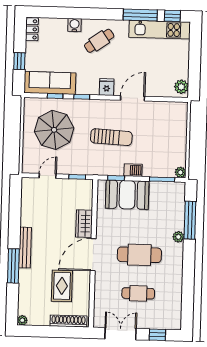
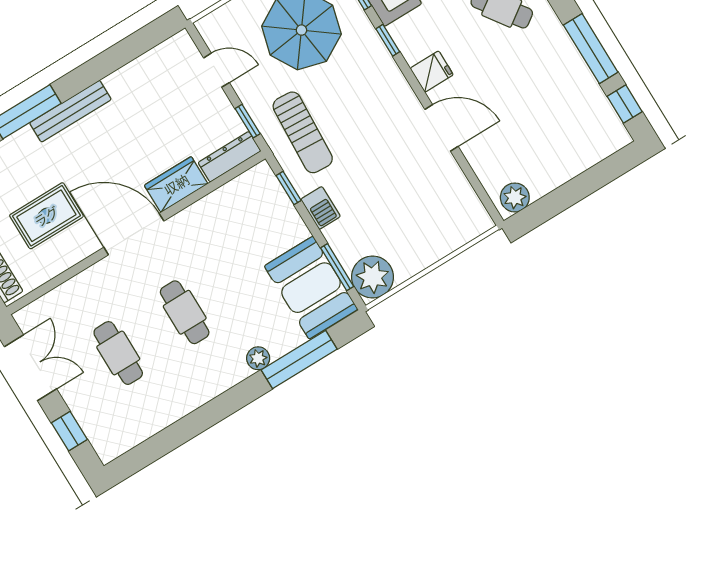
kitchen unit: (160, 30) -> (587, 98), removed
sun lounger: (111, 137) -> (303, 132), moved
plant: (180, 172) -> (373, 277), width x1.88, depth x1.88
dresser: (87, 194) -> (229, 157), added
booth: (127, 195) -> (311, 288), moved
cafe table: (139, 255) -> (185, 312), width x0.73, depth x0.74

